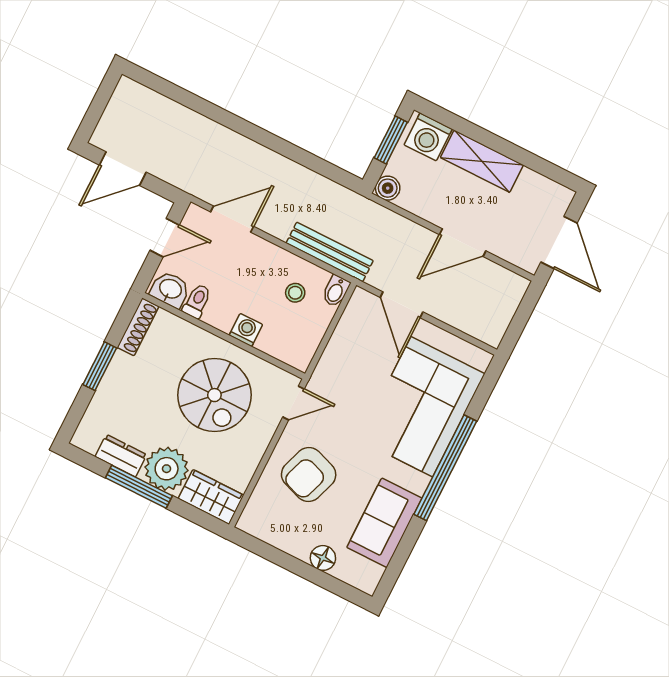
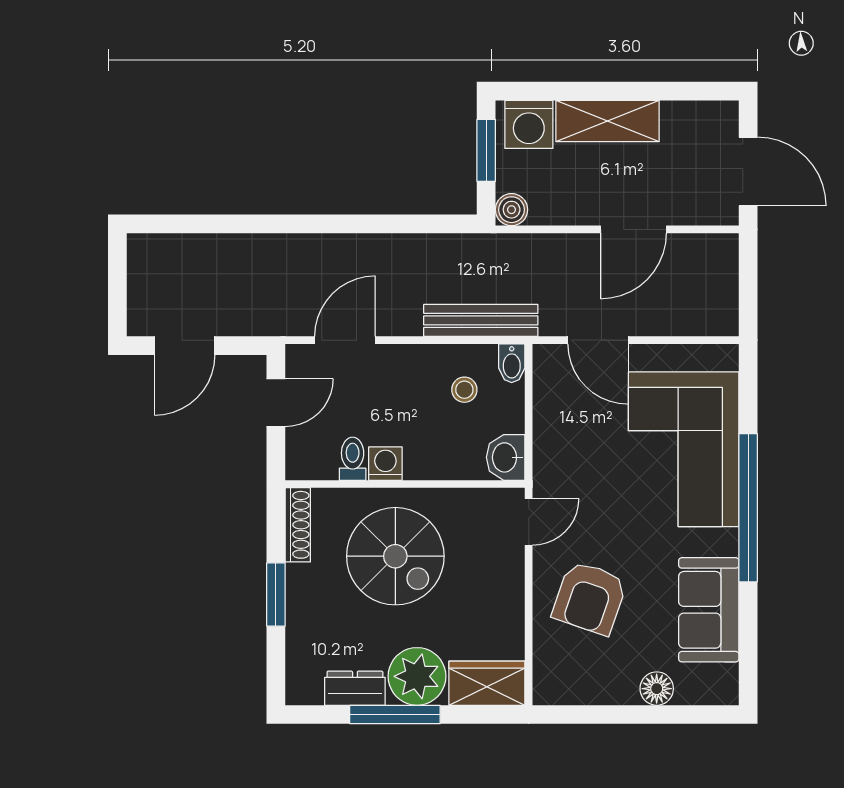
washbasin: (170, 289) -> (506, 457), moved, turned -90
washing machine: (246, 330) -> (385, 464), moved
spiral stairs: (214, 395) -> (395, 556), moved

